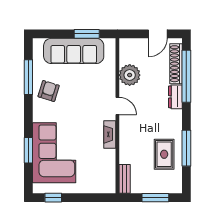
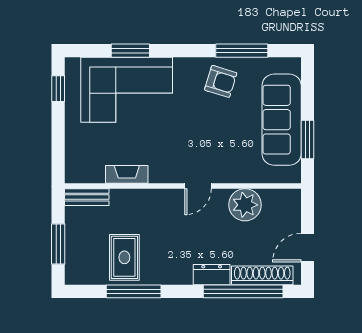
door: (158, 34) -> (307, 248), hinge flipped
fireplace: (110, 134) -> (127, 174), moved
rug: (164, 154) -> (124, 257), turned 90

